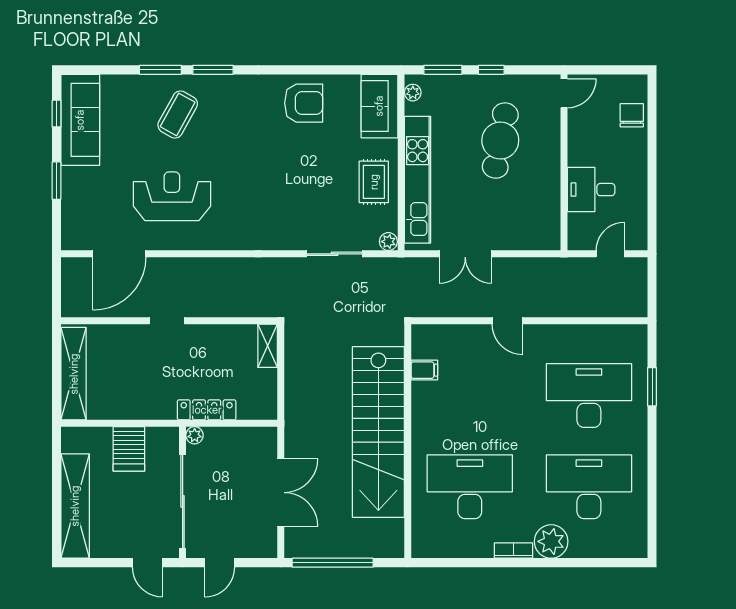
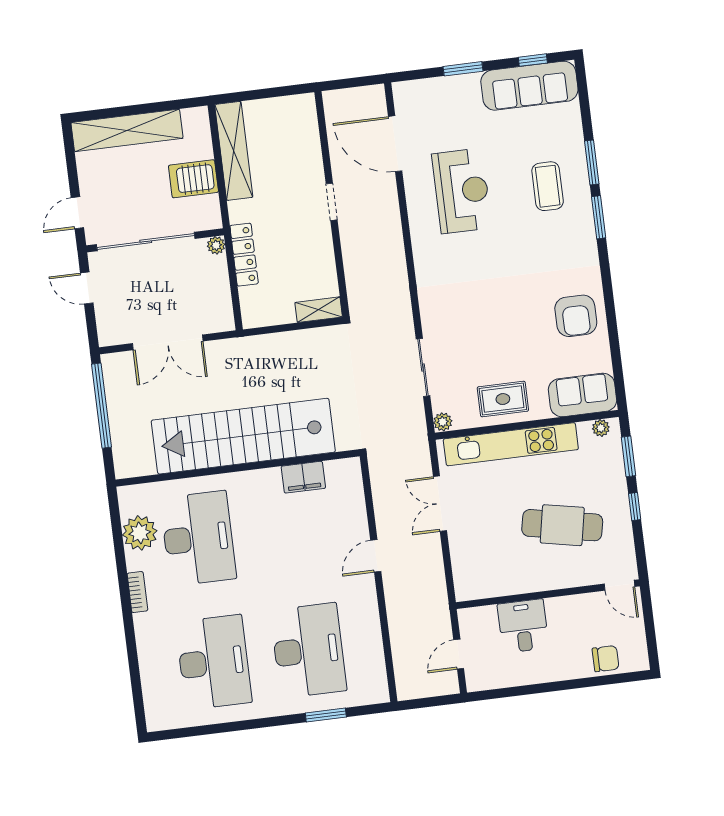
coffee table: (178, 114) -> (548, 186), turned 61
door: (610, 254) -> (459, 654), swing flipped
filing cabinet: (424, 370) -> (303, 477), width x2.00
shelving: (74, 374) -> (234, 151), moved, turned 90
plant: (551, 541) -> (140, 533), moved

